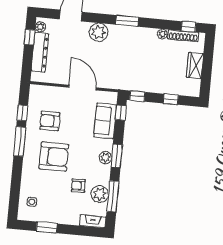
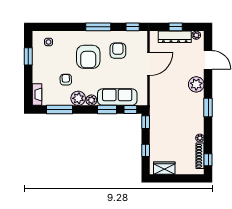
window: (30, 37) -> (176, 27), moved
wardrobe: (195, 65) -> (164, 168), moved
door: (82, 88) -> (149, 64), moved
window: (22, 113) -> (133, 27), moved
sofa: (105, 121) -> (117, 97), width x1.36
window: (117, 156) -> (107, 110), moved
plant: (100, 194) -> (78, 98), moved

